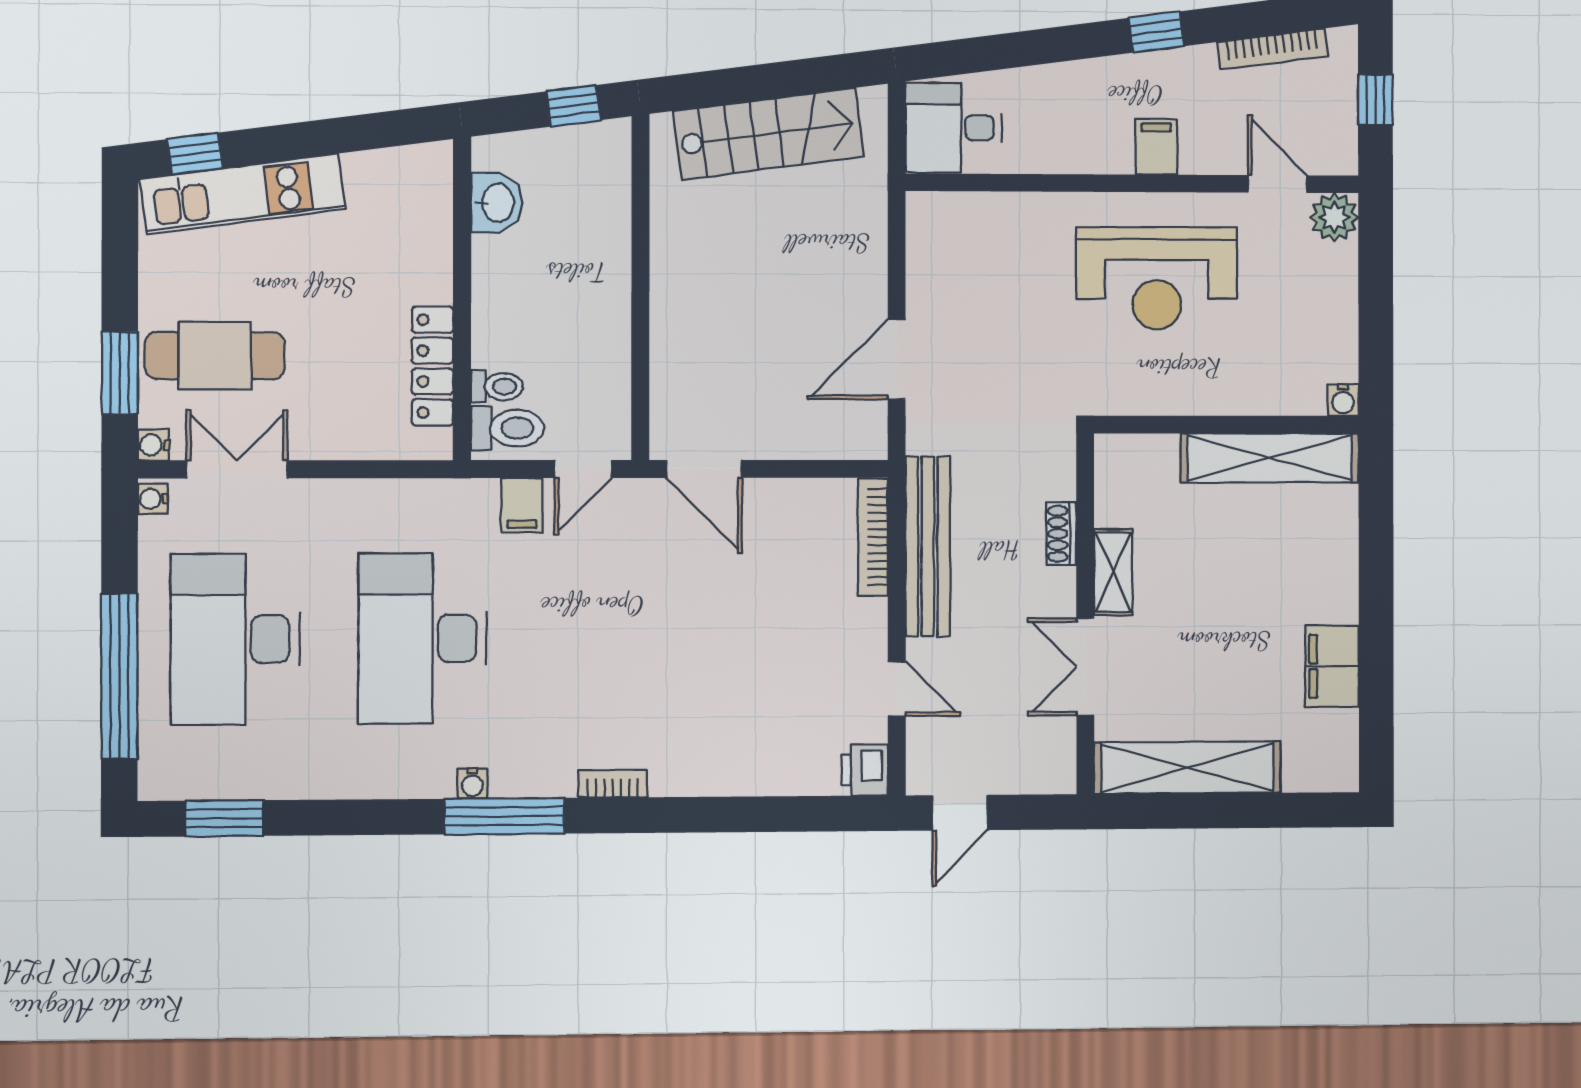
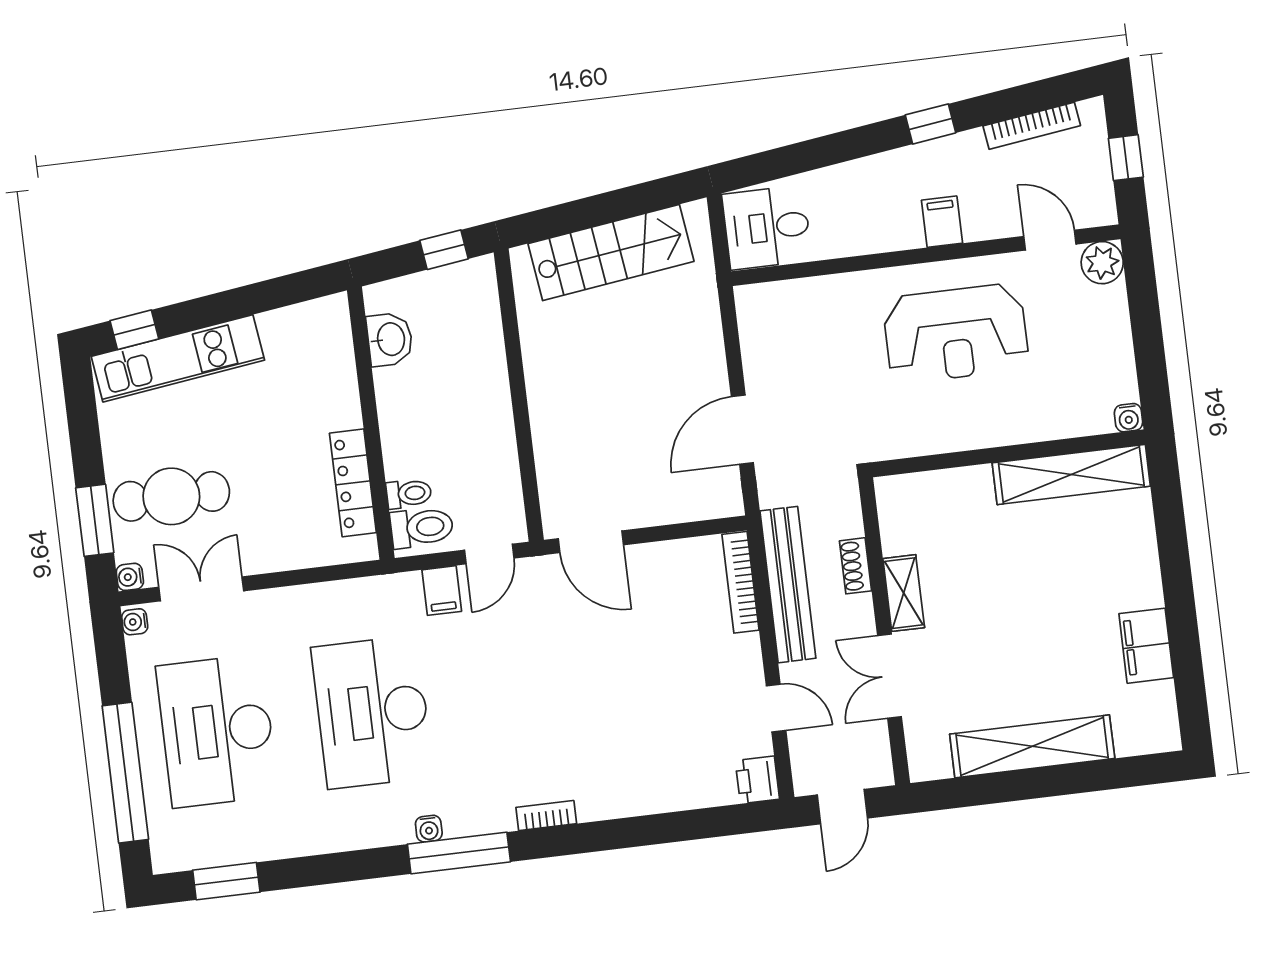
shoe rack: (1061, 534) -> (856, 566), moved
shelving: (1113, 572) -> (904, 593), moved
wall: (1085, 614) -> (884, 631), moved
double door: (1085, 667) -> (890, 676), moved

